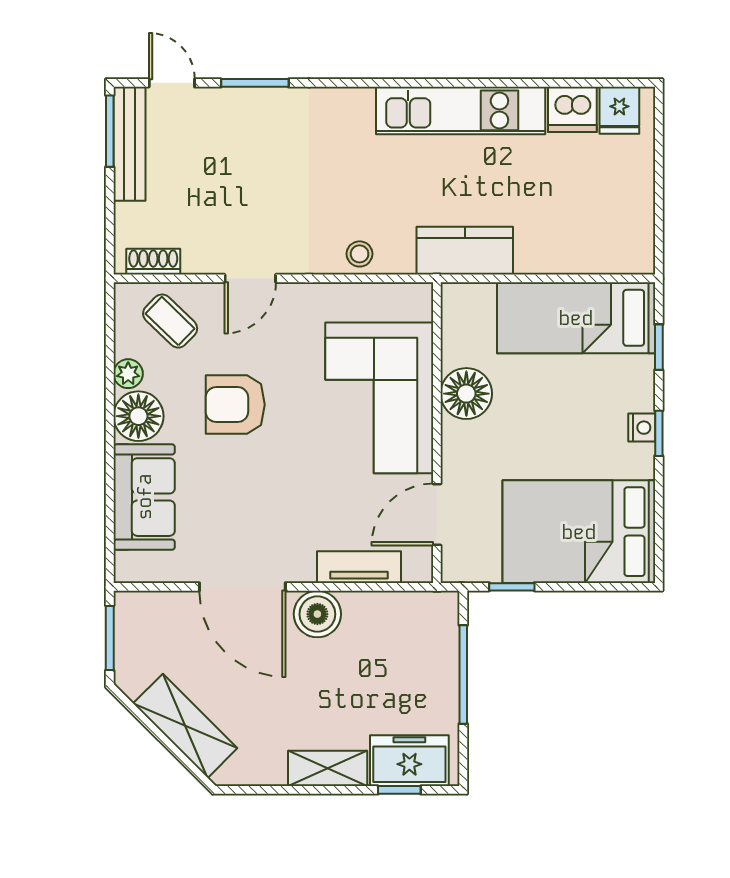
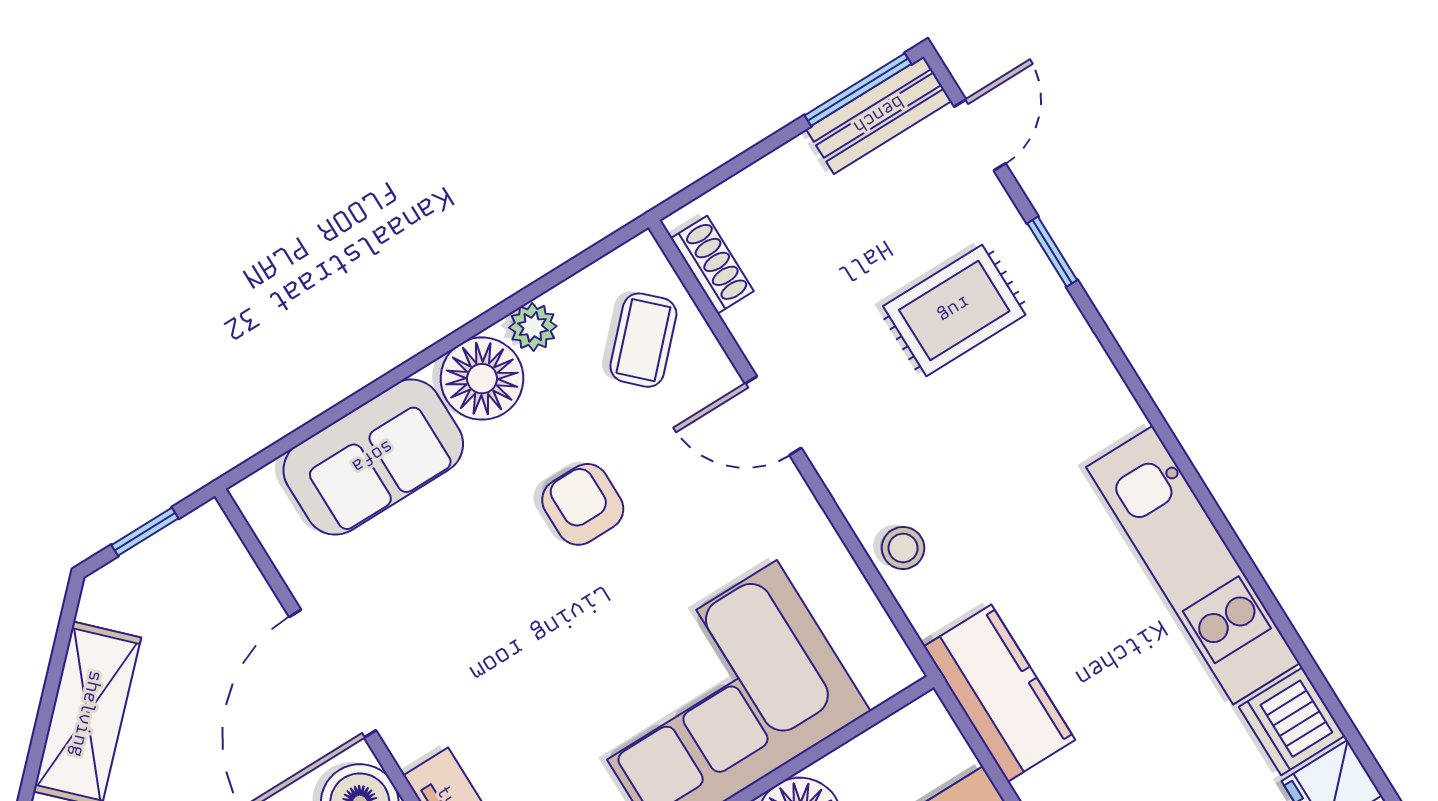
window: (255, 83) -> (1052, 252), width x0.67
bench: (129, 144) -> (879, 115), width x0.73
rug: (254, 152) -> (954, 310), added
armchair: (235, 405) -> (583, 504), width x0.72, depth x0.72
window: (110, 638) -> (145, 532), width x0.67

